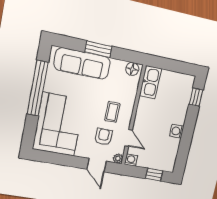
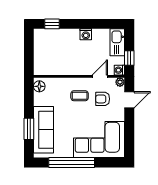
window: (98, 49) -> (29, 129), moved
kitchen sink: (150, 82) -> (117, 42), moved, turned -90
window: (154, 175) -> (129, 58), moved

